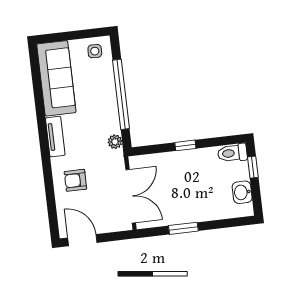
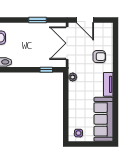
window: (121, 94) -> (66, 105), removed
window: (185, 145) -> (46, 70), moved
door: (82, 240) -> (85, 20), moved

